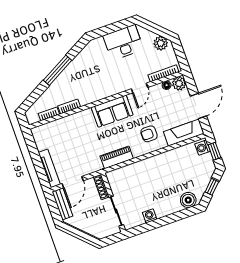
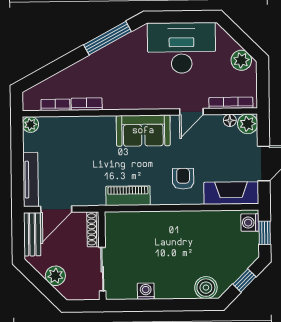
desk: (123, 43) -> (182, 48), width x1.36, depth x1.30
window: (58, 70) -> (108, 38), moved
plant: (37, 132) -> (30, 124), added
armchair: (149, 134) -> (183, 179), turned 90
plant: (87, 226) -> (55, 276), added

